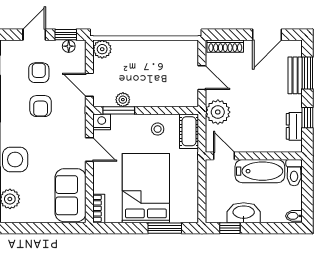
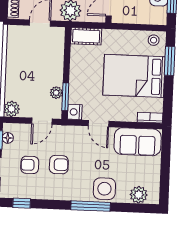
stool: (158, 129) -> (154, 40), moved
door: (89, 150) -> (98, 124), swing flipped

